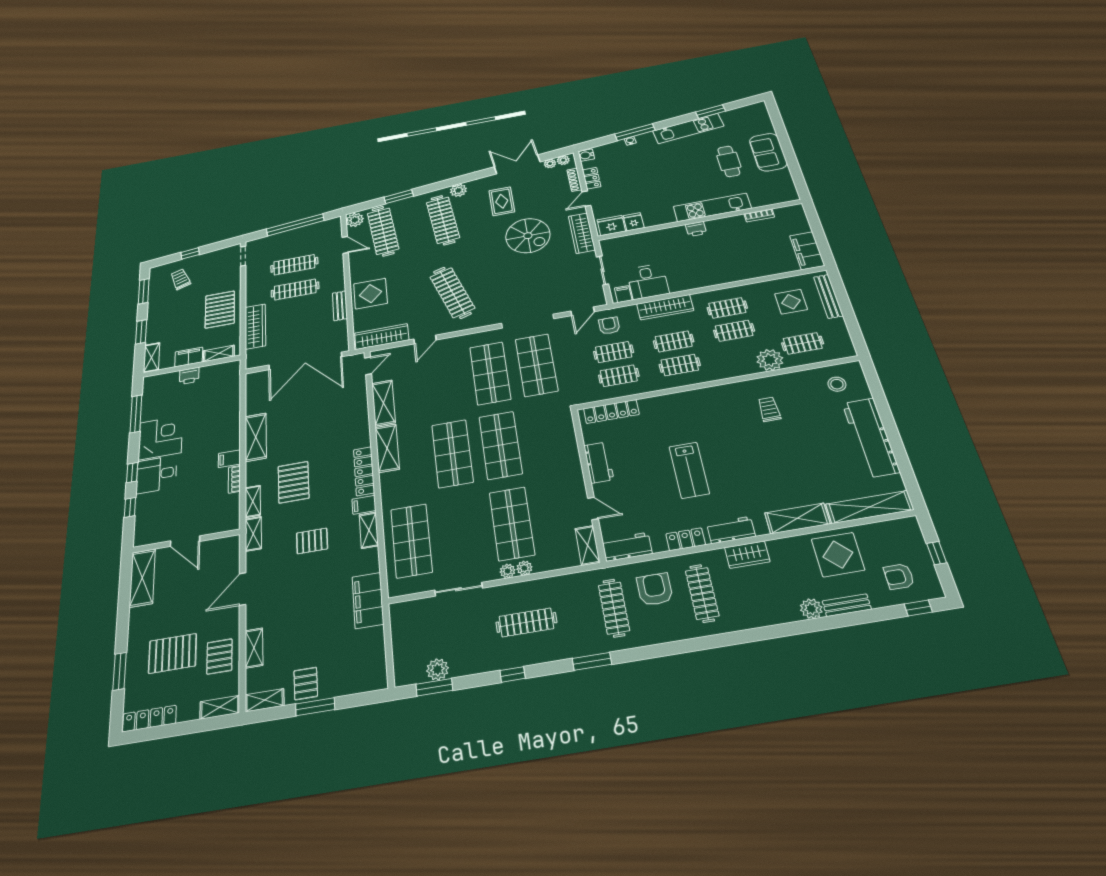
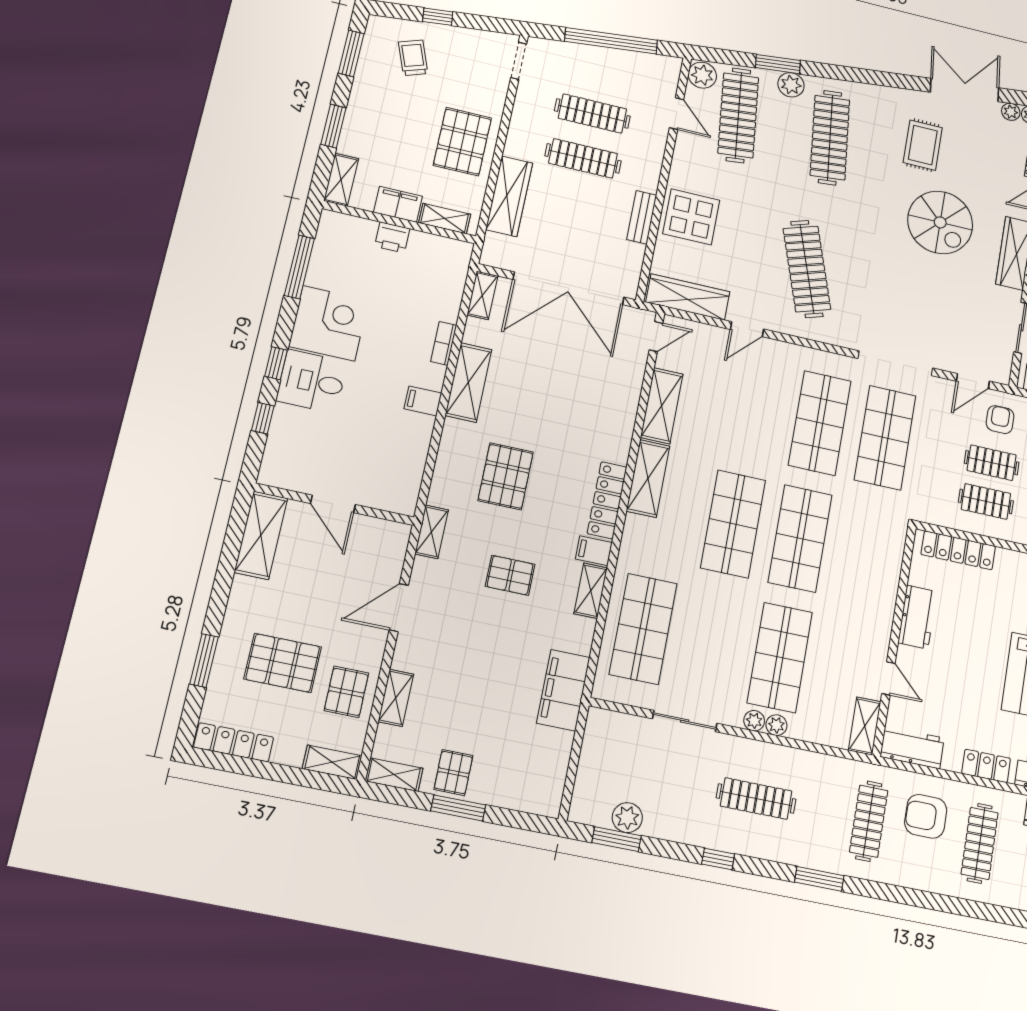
plant: (458, 190) -> (791, 85), moved
bookcase: (234, 479) -> (444, 343), moved
shelving: (253, 501) -> (482, 295), moved
armchair: (655, 589) -> (926, 816), turned -90

